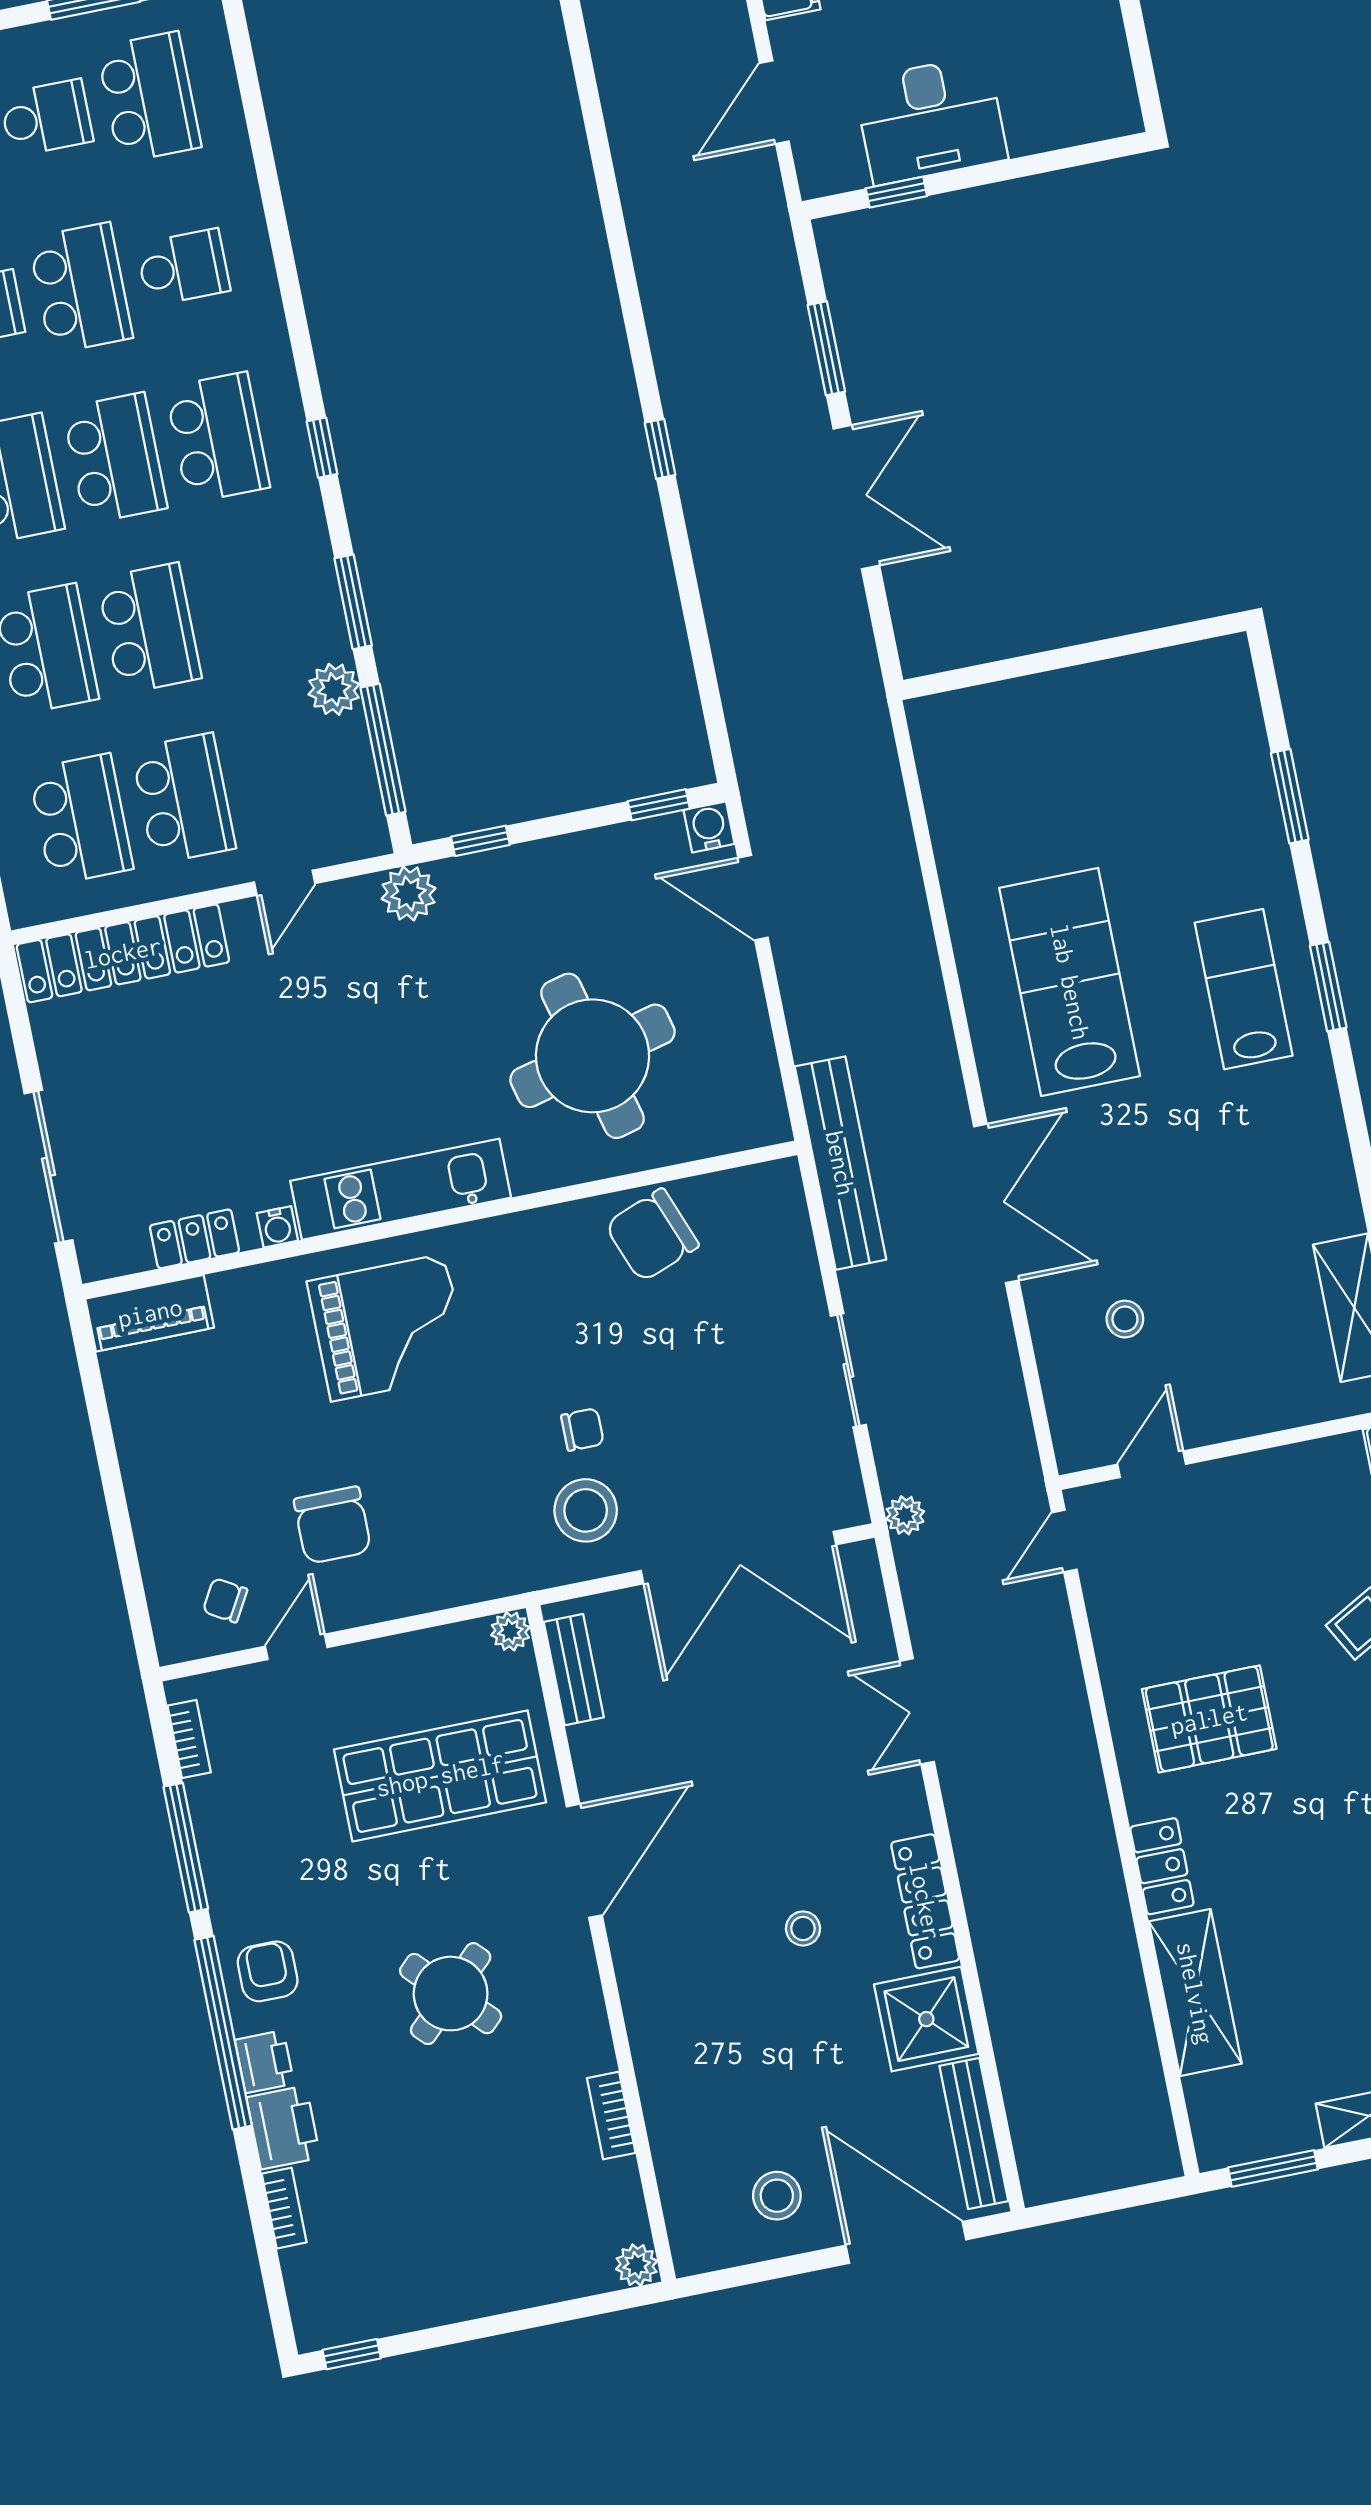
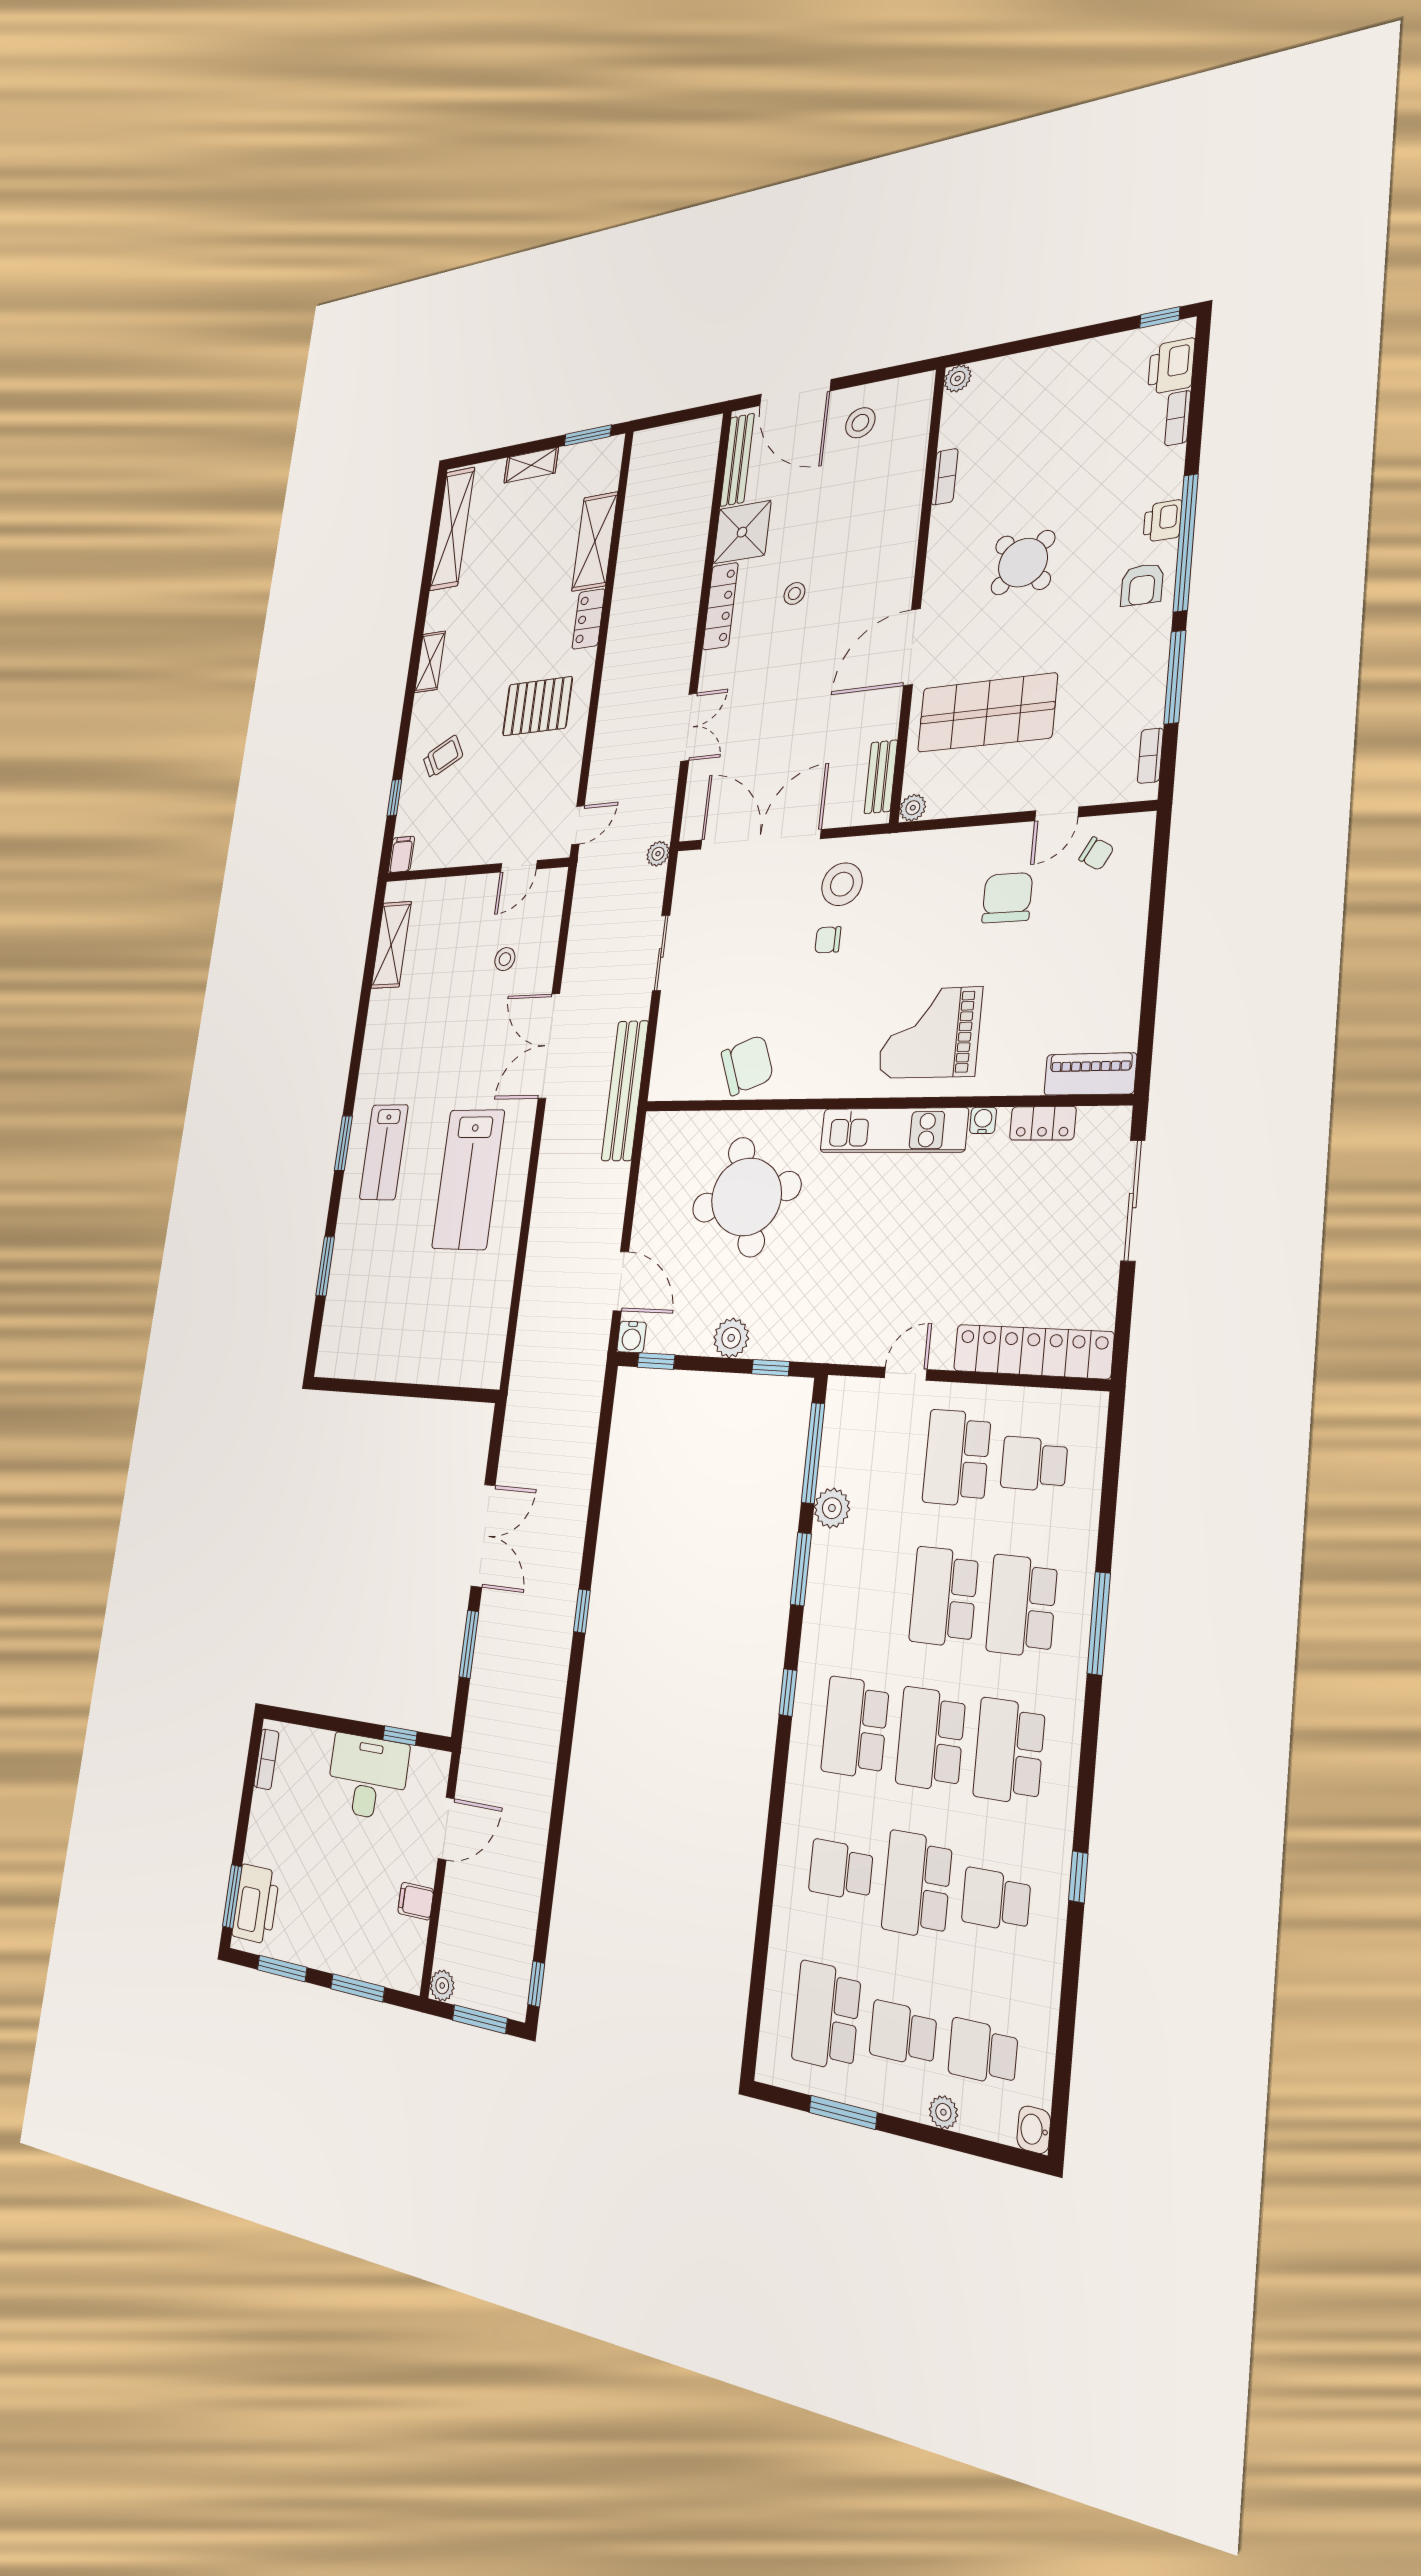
bookcase: (1118, 80) -> (266, 1759), added
double door: (856, 497) -> (483, 1536), swing flipped
school desk: (81, 819) -> (1034, 1464), width x0.54
plant: (409, 893) -> (731, 1338), moved
printer: (283, 2127) -> (1171, 366), moved

